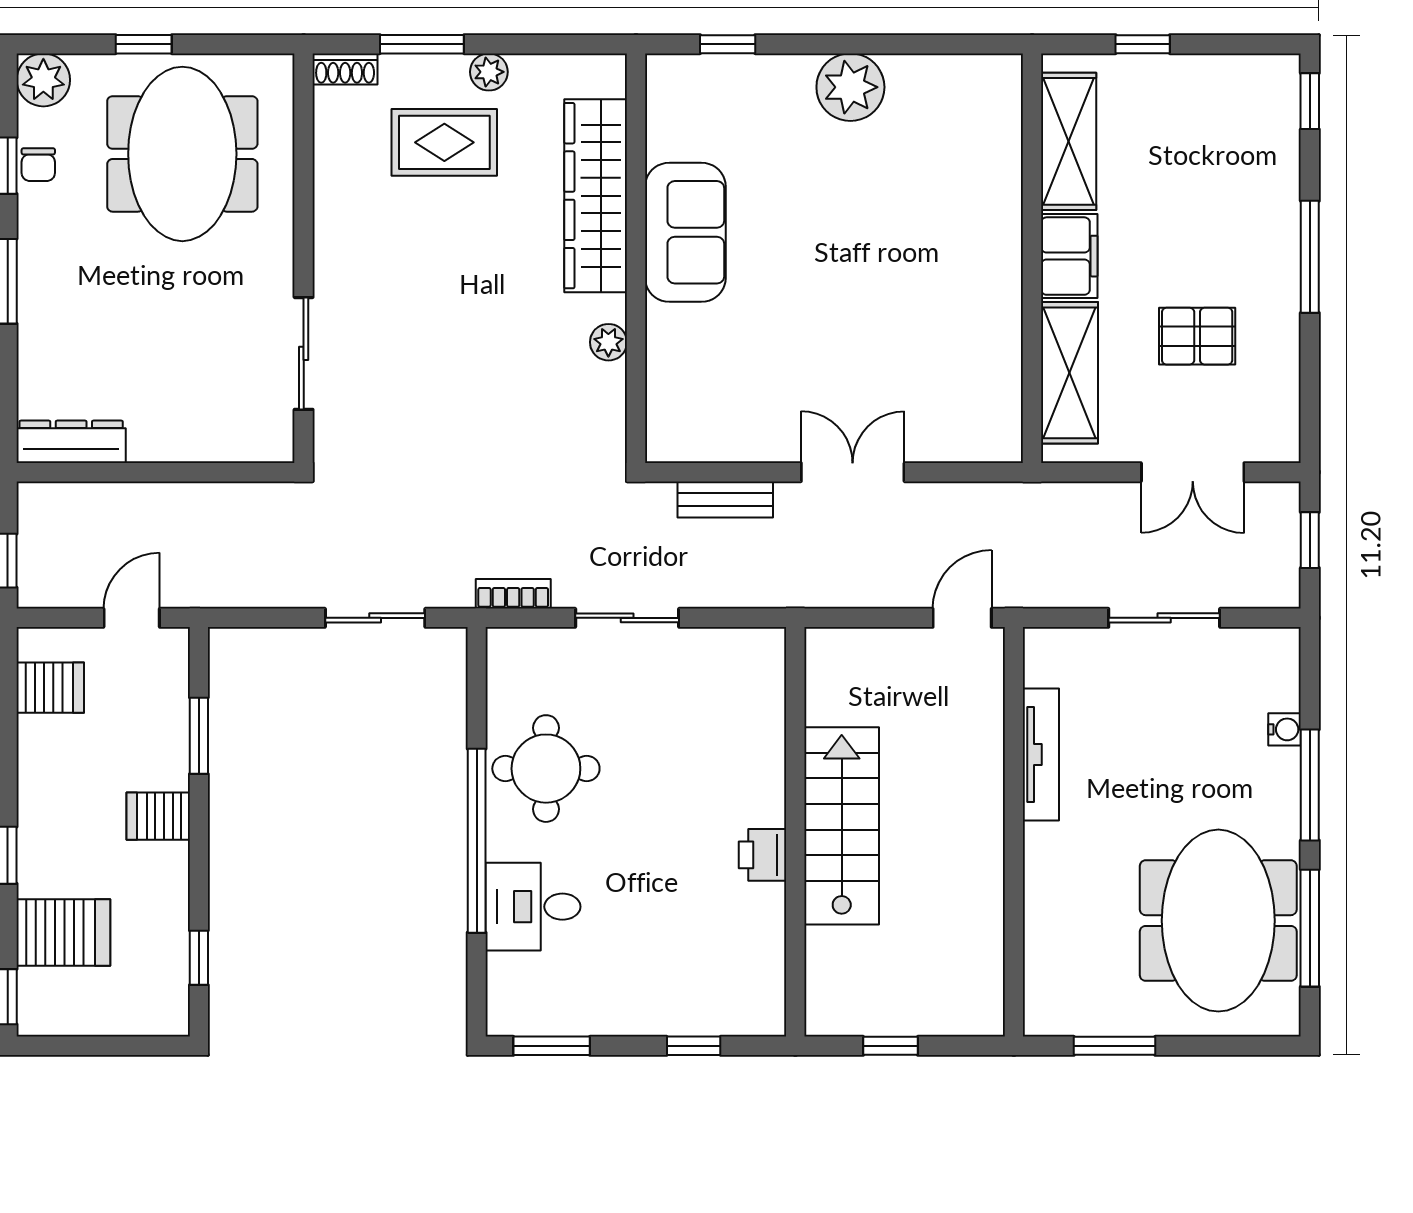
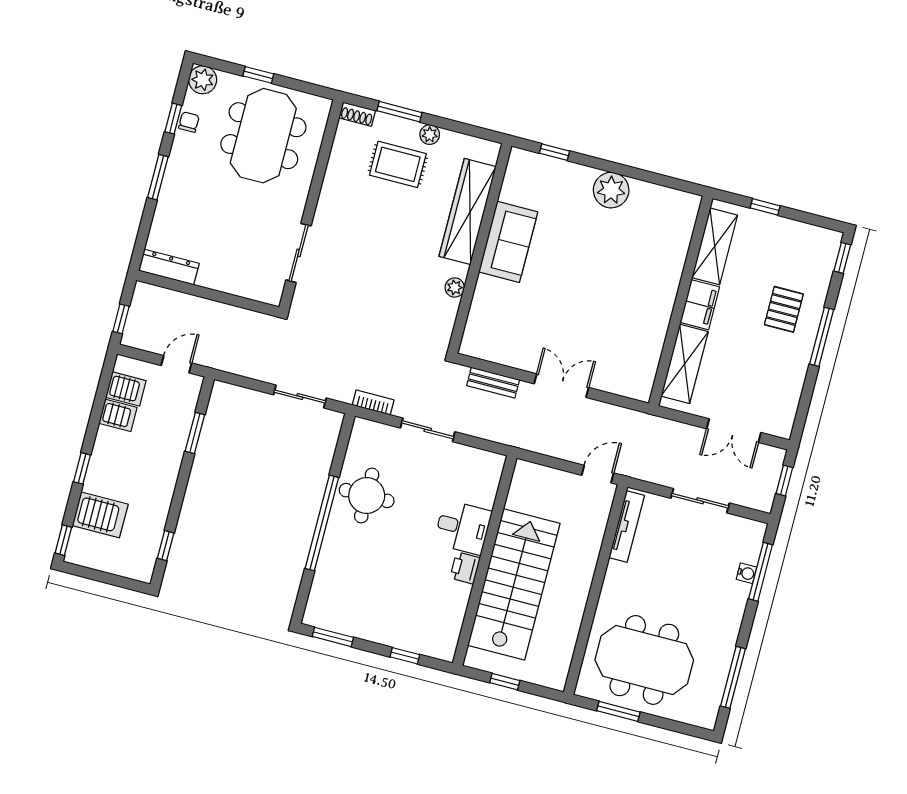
chair: (38, 165) -> (189, 122), turned 180
pallet: (1197, 336) -> (784, 309), moved, turned 90
tv unit: (1041, 755) -> (627, 527), moved
window: (1310, 785) -> (761, 572), moved
server rack: (158, 816) -> (118, 415), moved, turned 180
stairs: (842, 826) -> (514, 584), width x1.36, depth x1.51
desk: (533, 907) -> (463, 527), moved, turned 180
meeting table: (1218, 921) -> (644, 660), moved, turned 90

